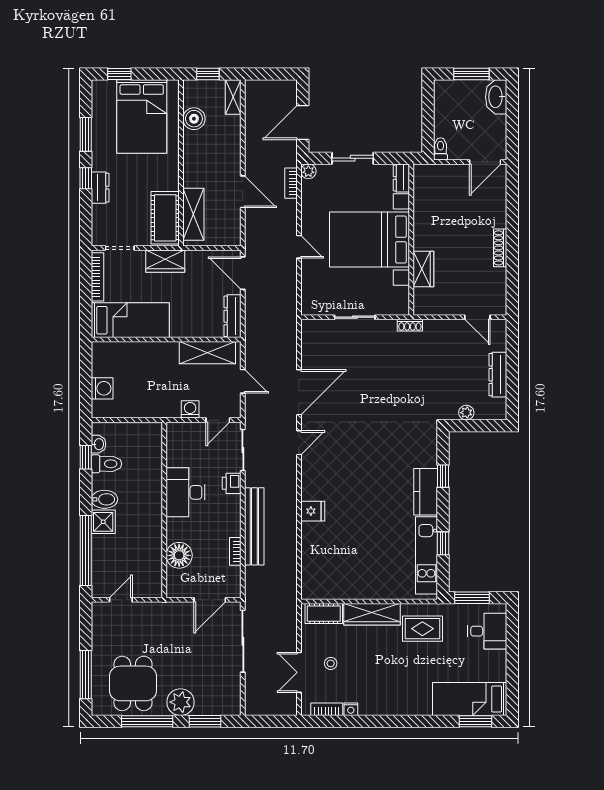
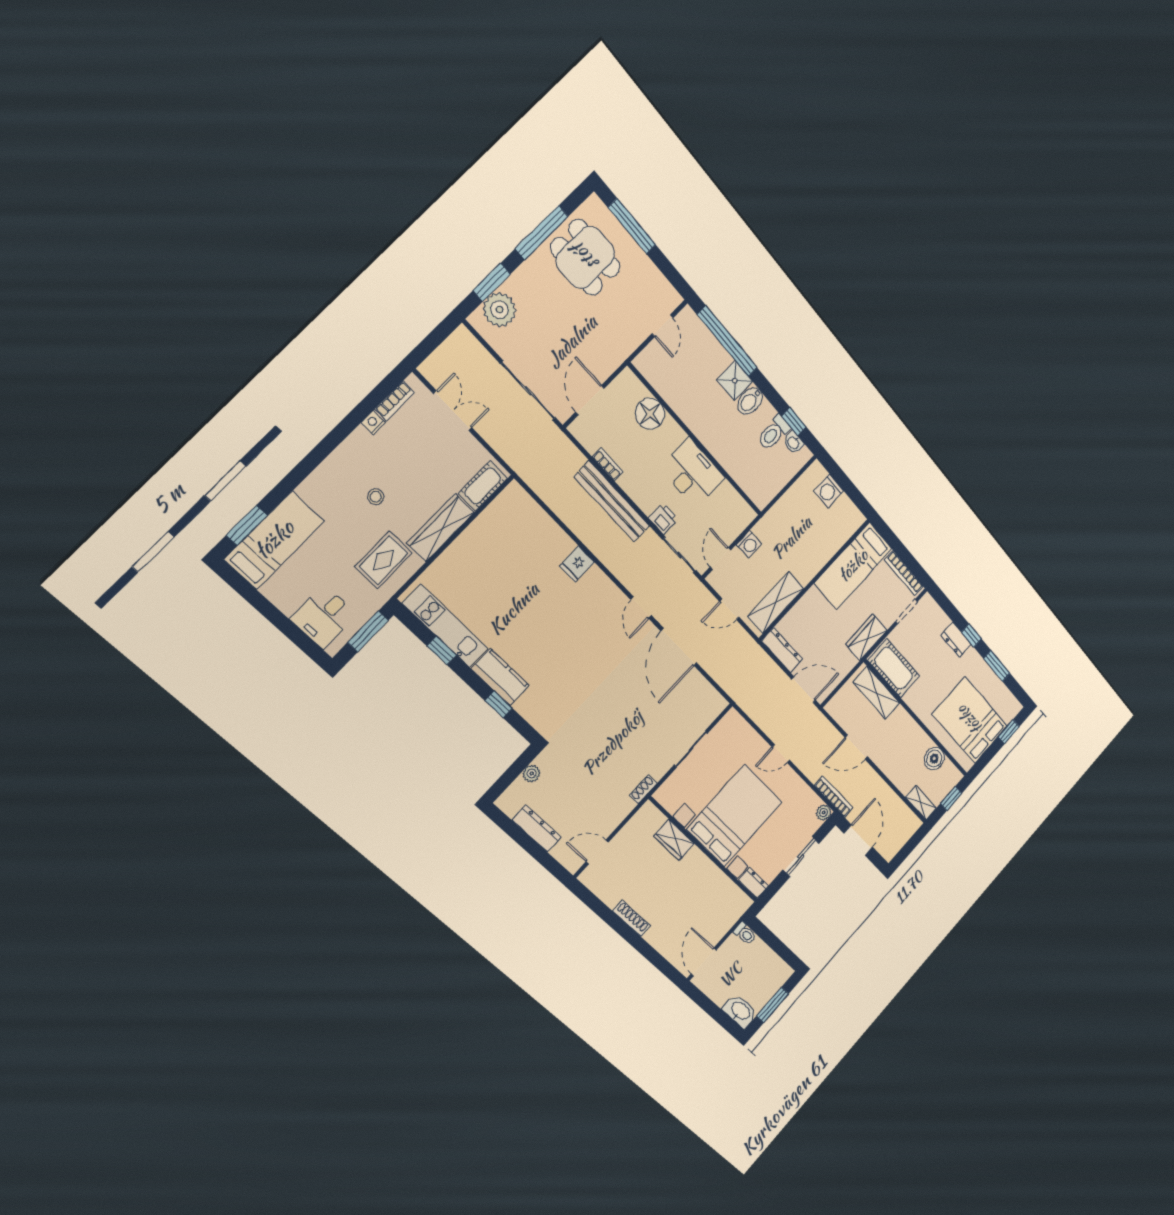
bookcase: (291, 183) -> (834, 797), width x1.56
stool: (331, 663) -> (376, 497), moved
plant: (180, 702) -> (499, 310), moved

